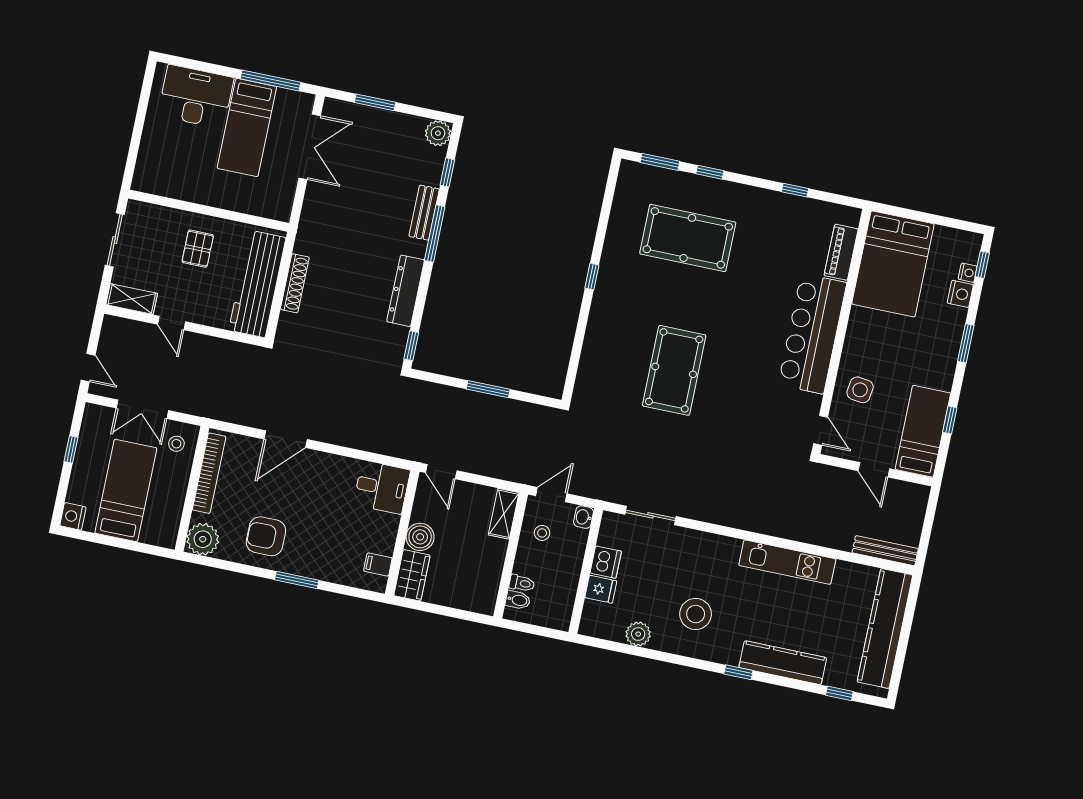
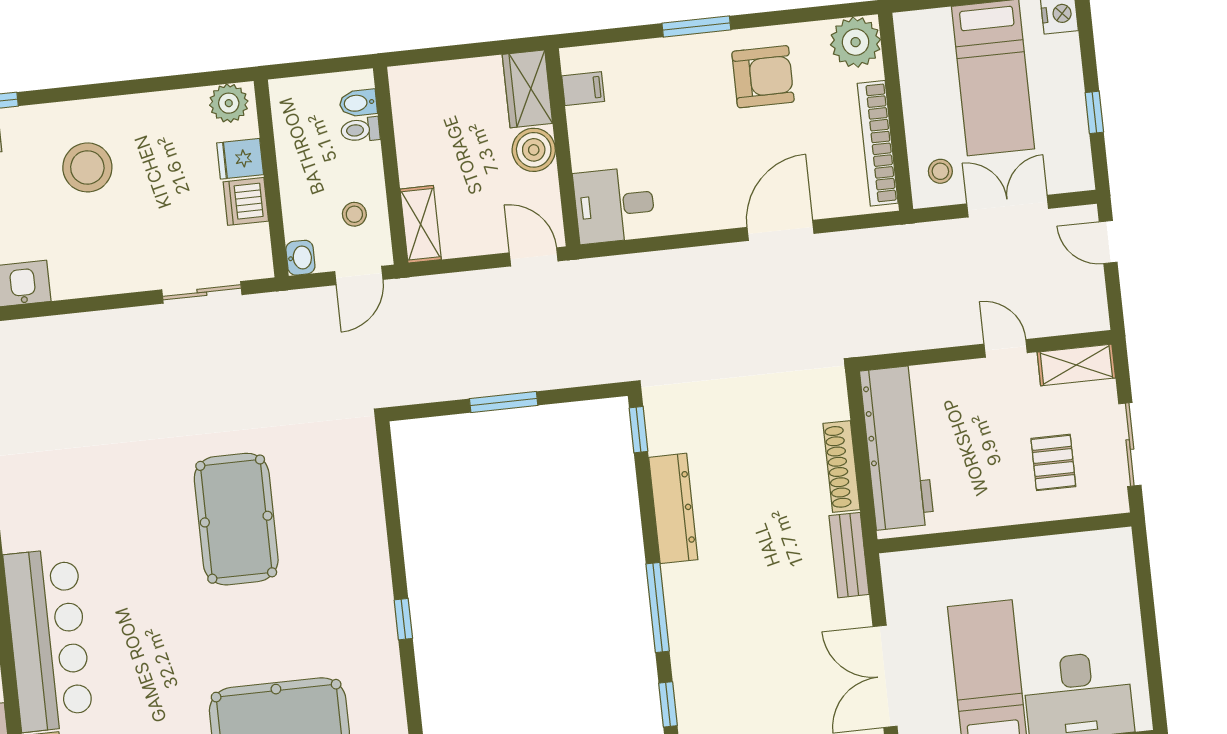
bench: (424, 213) -> (849, 555), moved
pallet: (198, 249) -> (1053, 462), moved
plant: (638, 634) -> (229, 103), moved

